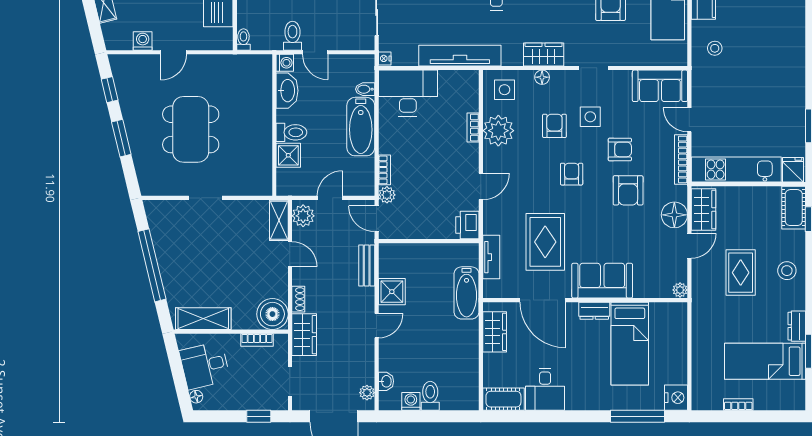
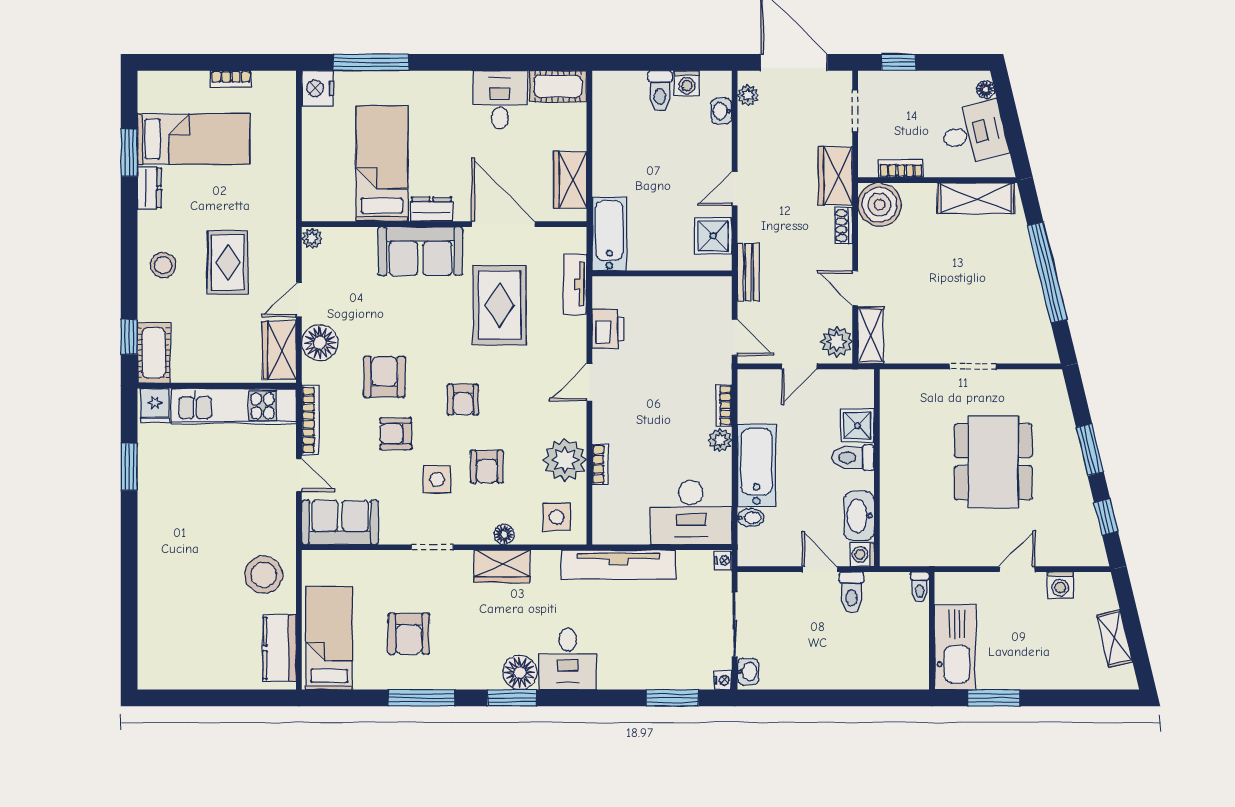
stool: (715, 48) -> (264, 575), width x1.89, depth x1.89
plant: (387, 195) -> (720, 440), moved
wall: (429, 241) -> (662, 273), moved

